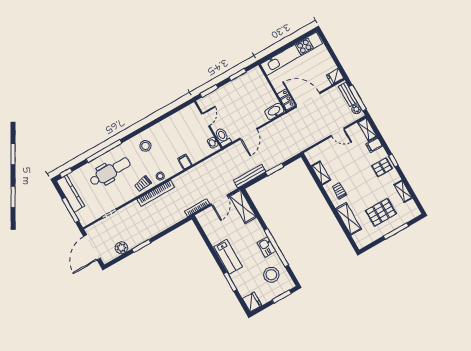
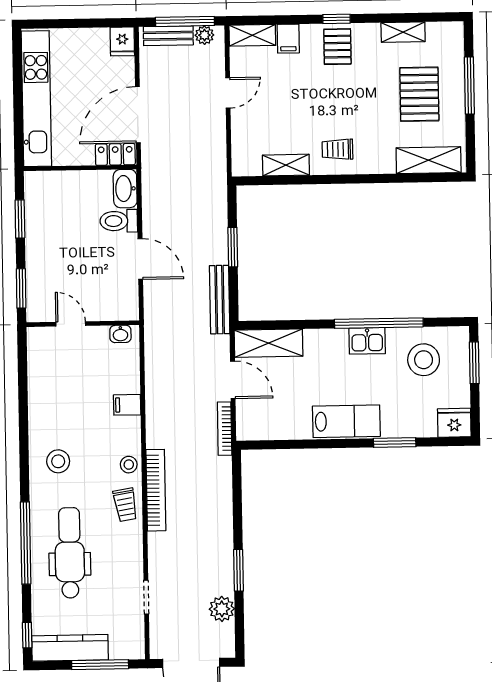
toilet: (223, 137) -> (119, 221), moved
shelving: (349, 219) -> (429, 160), moved

